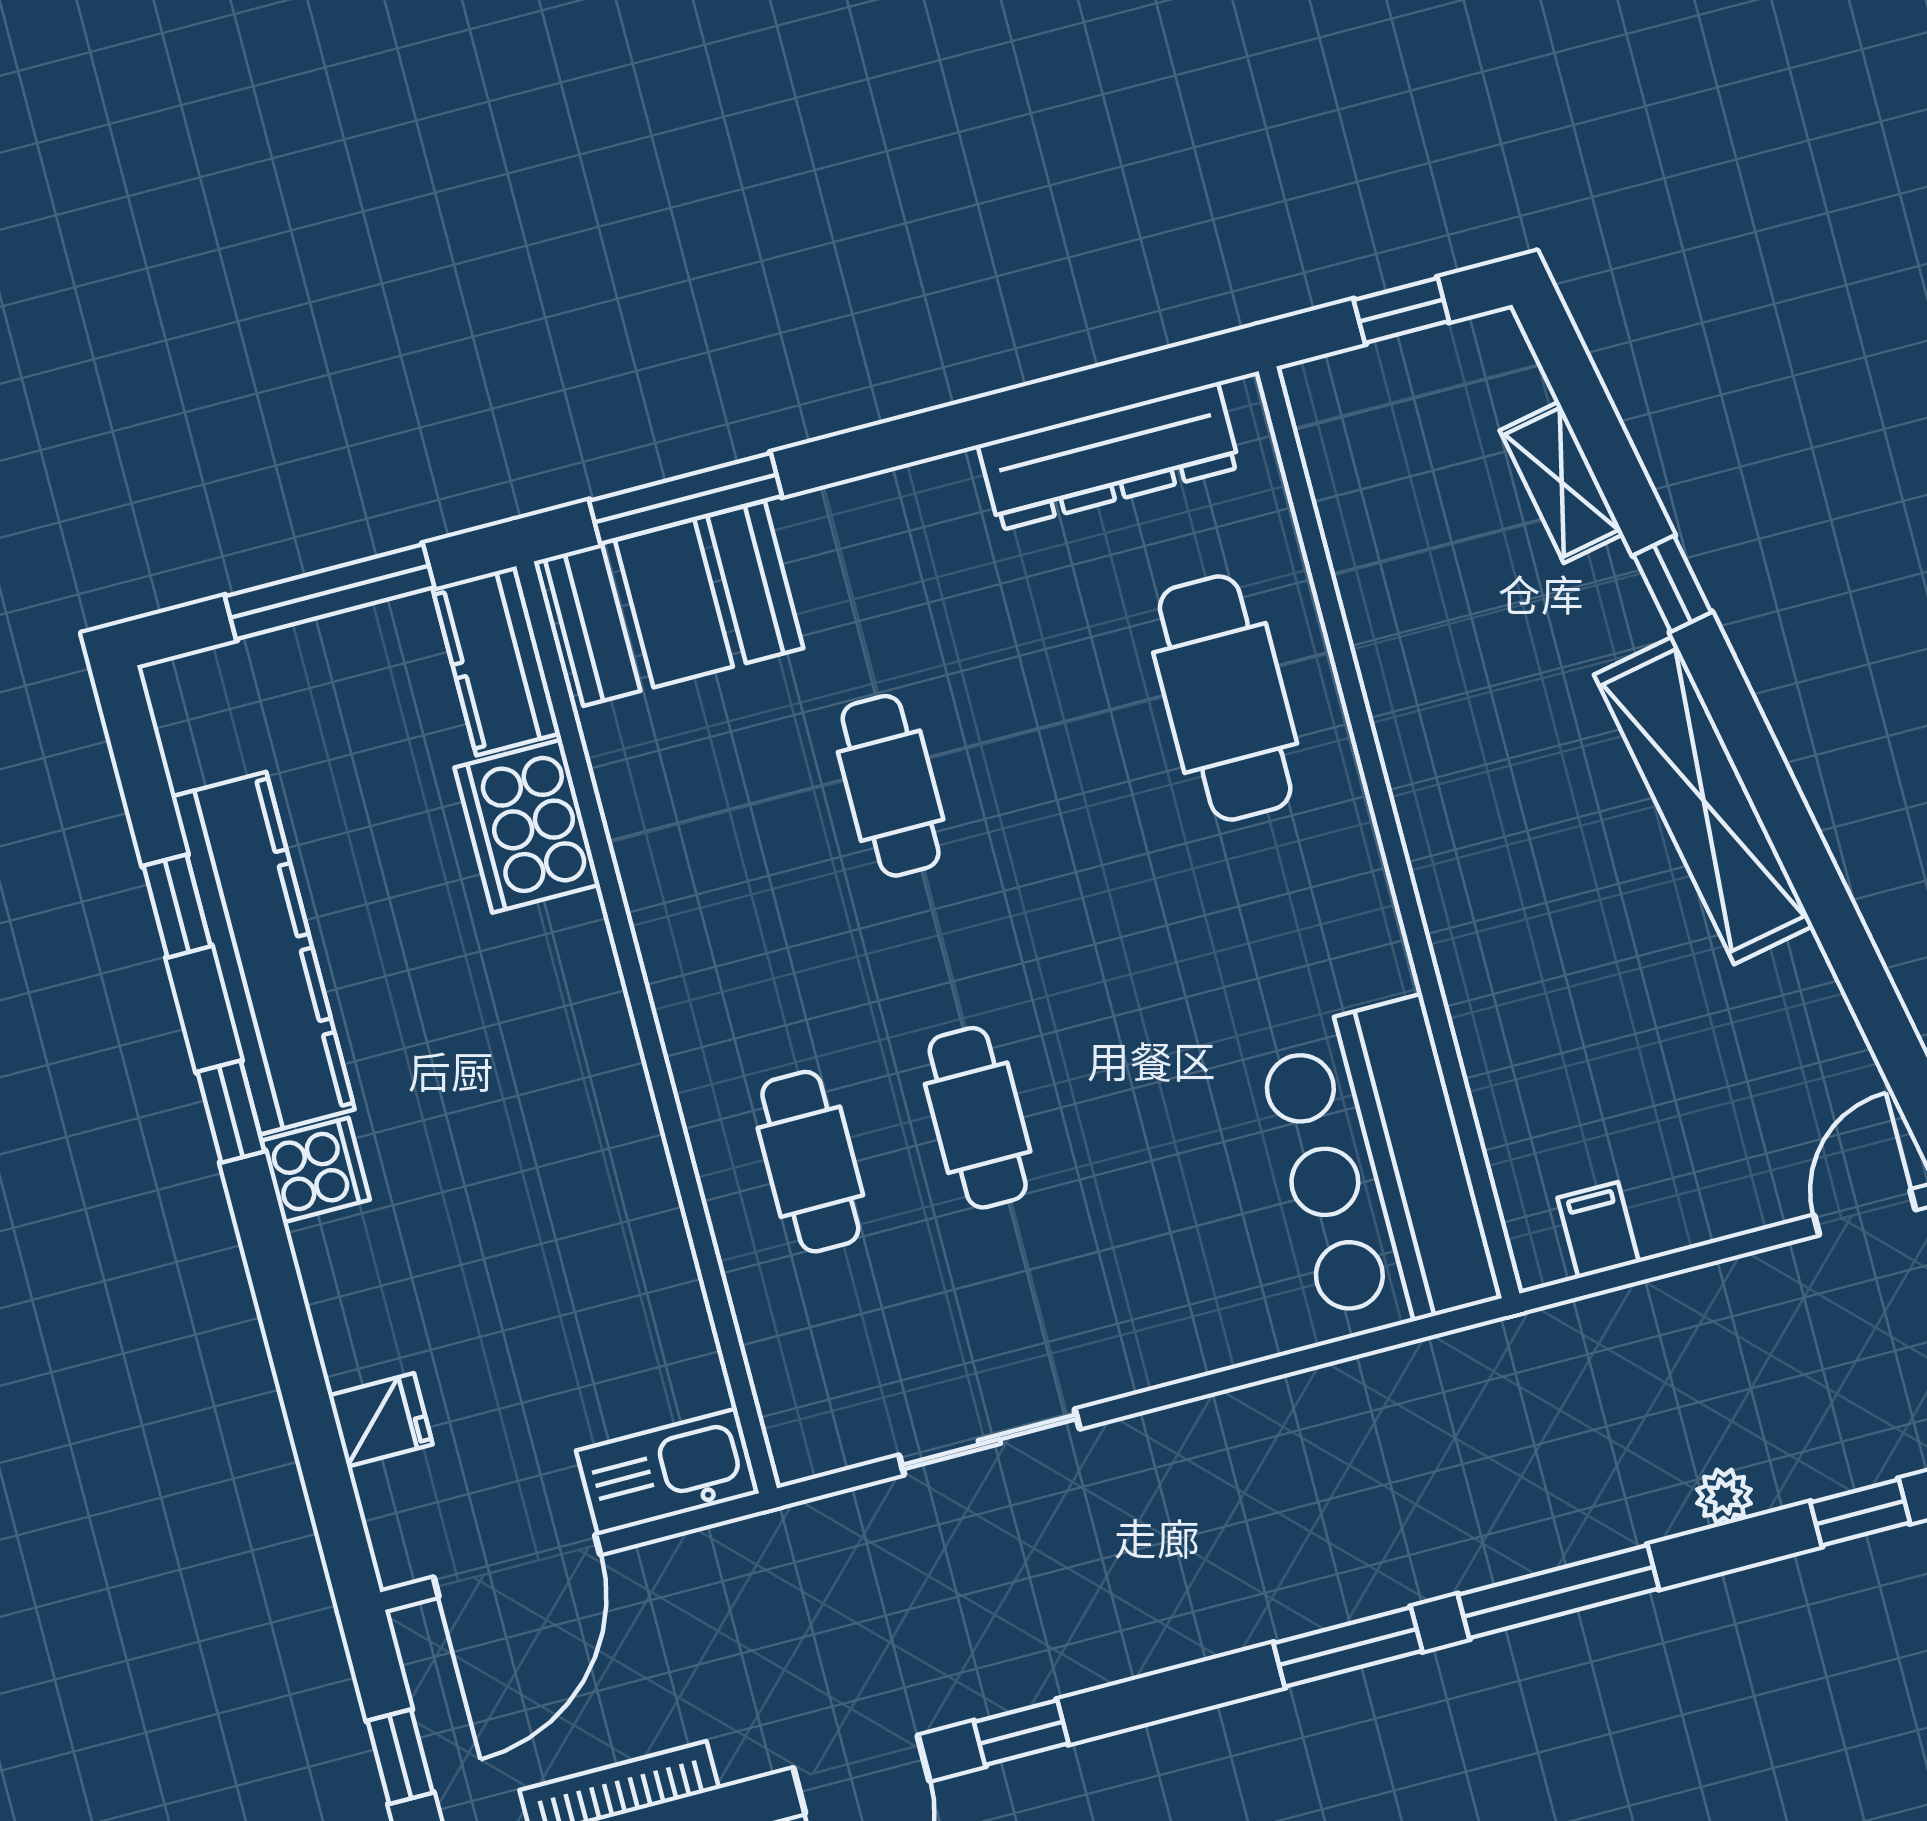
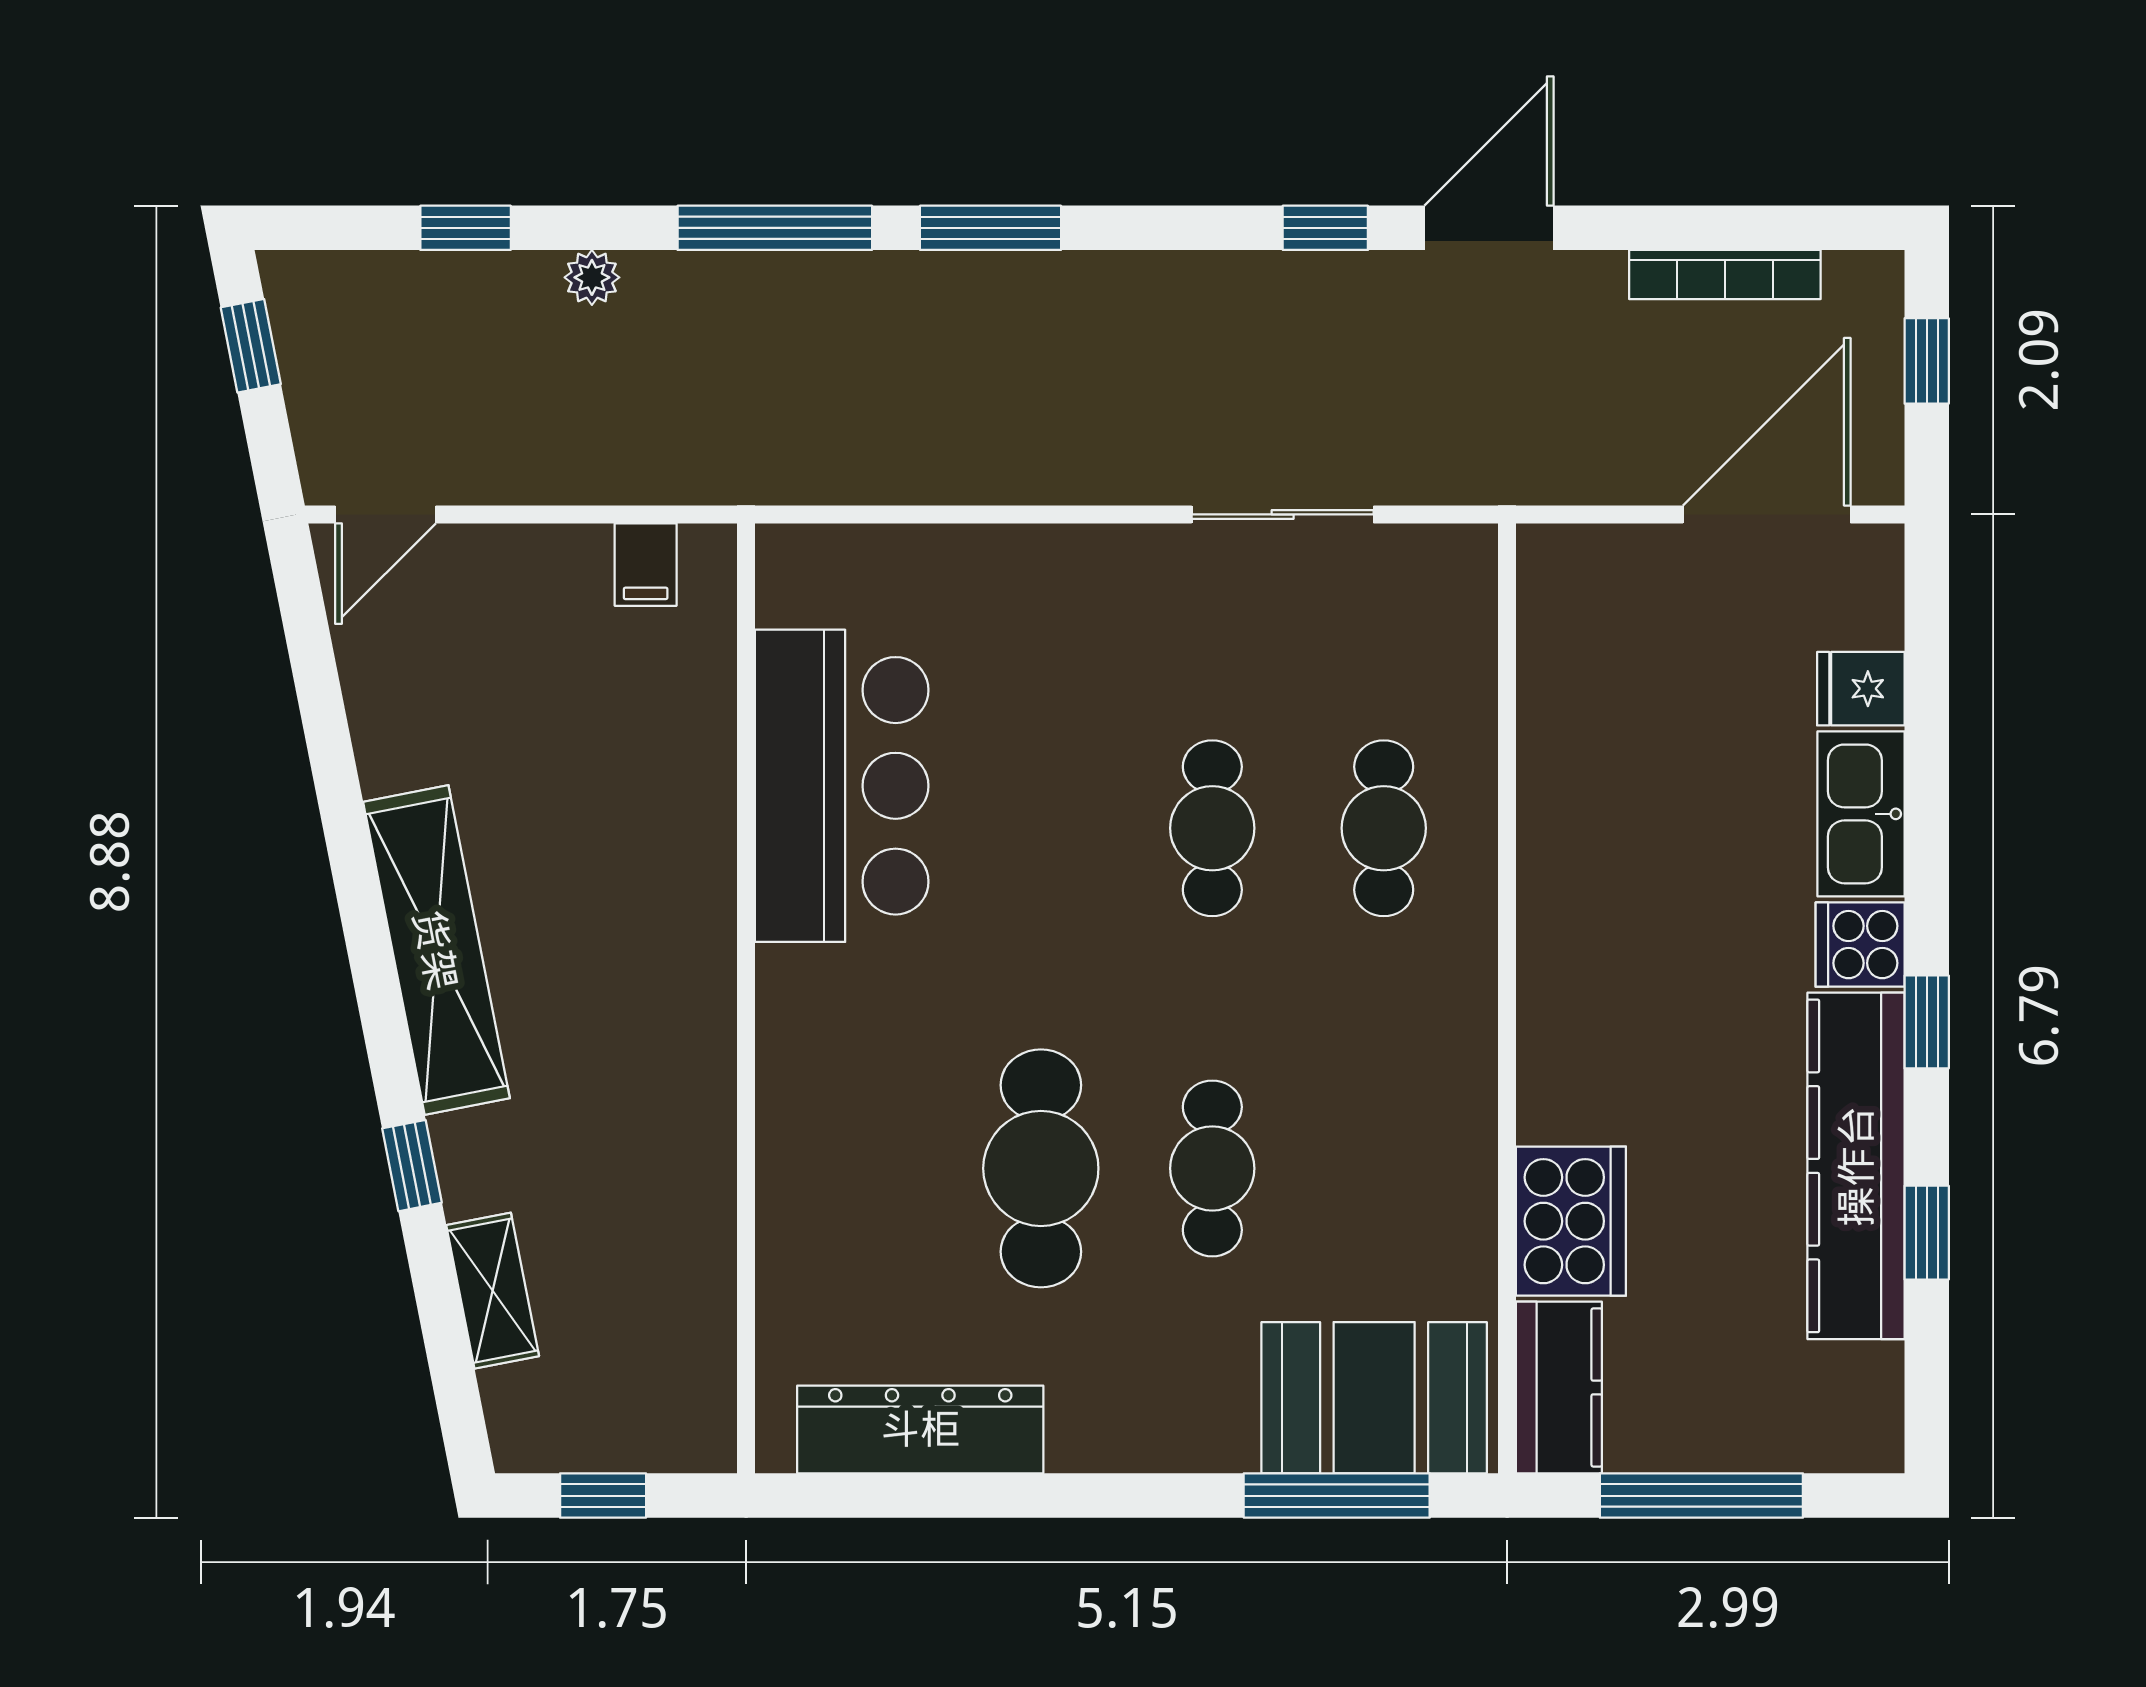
cafe table: (1225, 698) -> (1041, 1168), moved
bar counter: (1377, 1168) -> (842, 786), moved
kitchen sink: (668, 1472) -> (1861, 814), moved, turned 90

